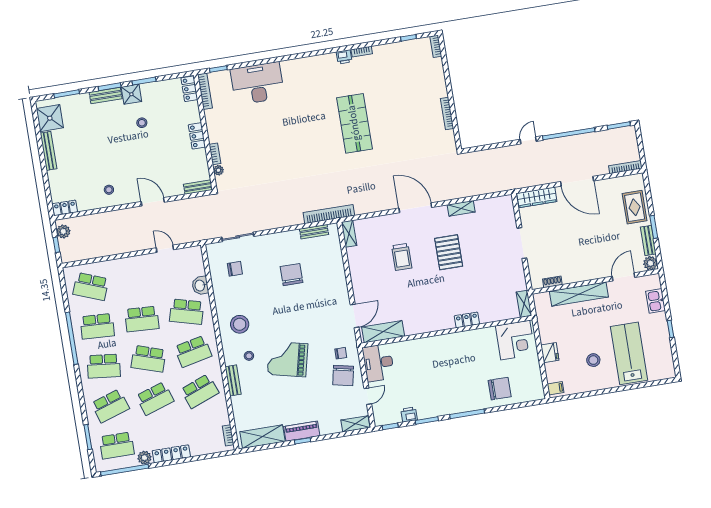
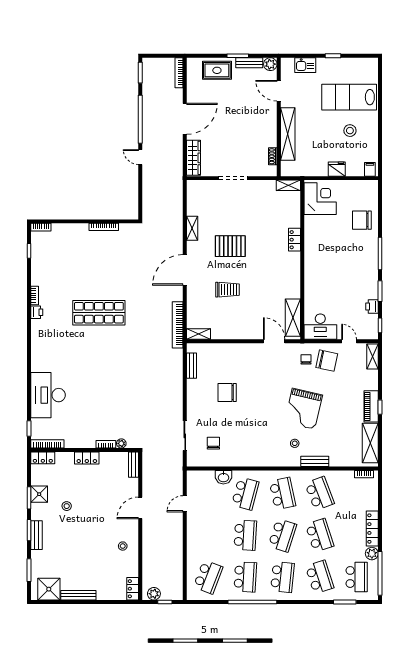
shower: (131, 94) -> (39, 494), moved
bookcase: (329, 214) -> (178, 325), moved
stool: (240, 324) -> (265, 447), removed
chair: (500, 389) -> (362, 220), turned -90

